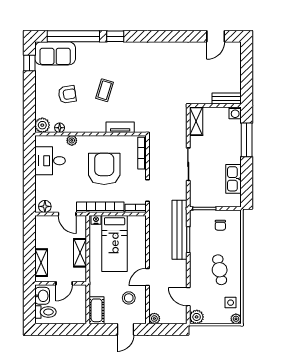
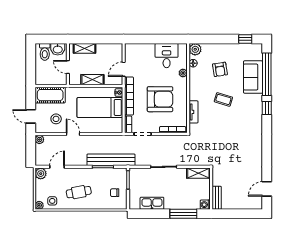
door: (216, 36) -> (267, 189), hinge flipped
sofa: (55, 53) -> (253, 77), moved
floor lamp: (45, 206) -> (130, 51), removed
cot: (97, 310) -> (50, 95), width x1.37, depth x1.34

